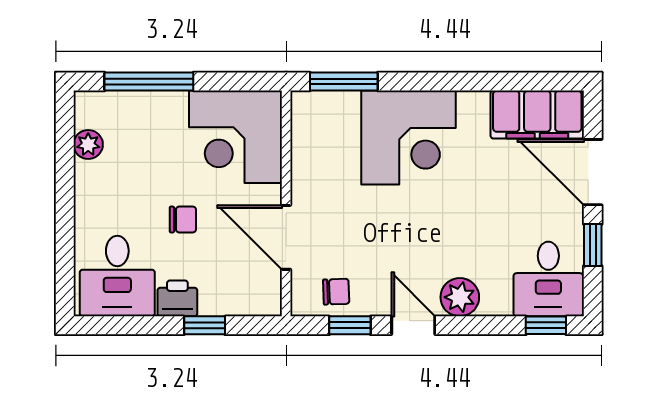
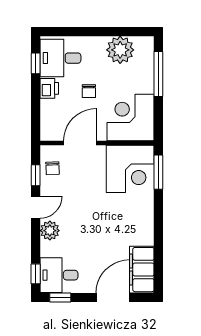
corner desk: (409, 138) -> (130, 169), moved, turned -90
plant: (88, 144) -> (120, 50), width x1.87, depth x1.87
window: (593, 245) -> (60, 297), moved
window: (205, 325) -> (36, 63), moved

